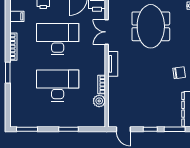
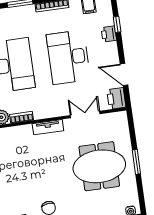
desk: (58, 39) -> (68, 57), turned 180

